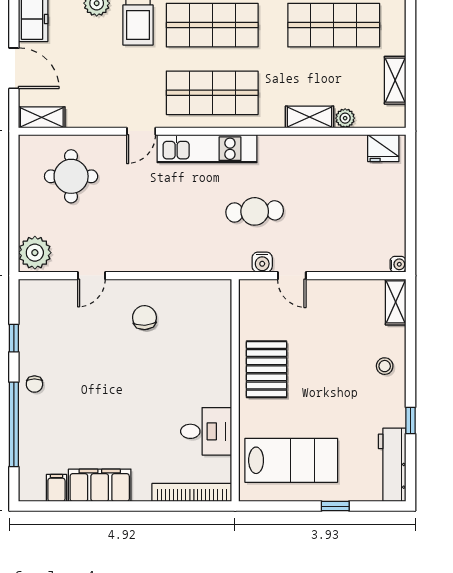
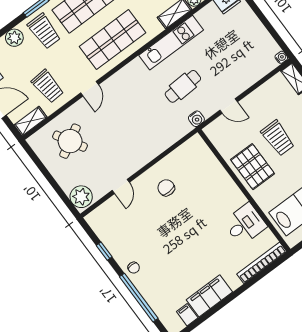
trolley: (93, 91) -> (48, 86), added
kitchen unit: (207, 149) -> (171, 43), moved
round table: (71, 176) -> (70, 141), turned -30
water cooler: (262, 262) -> (196, 119), moved
trolley: (322, 358) -> (278, 138), added

